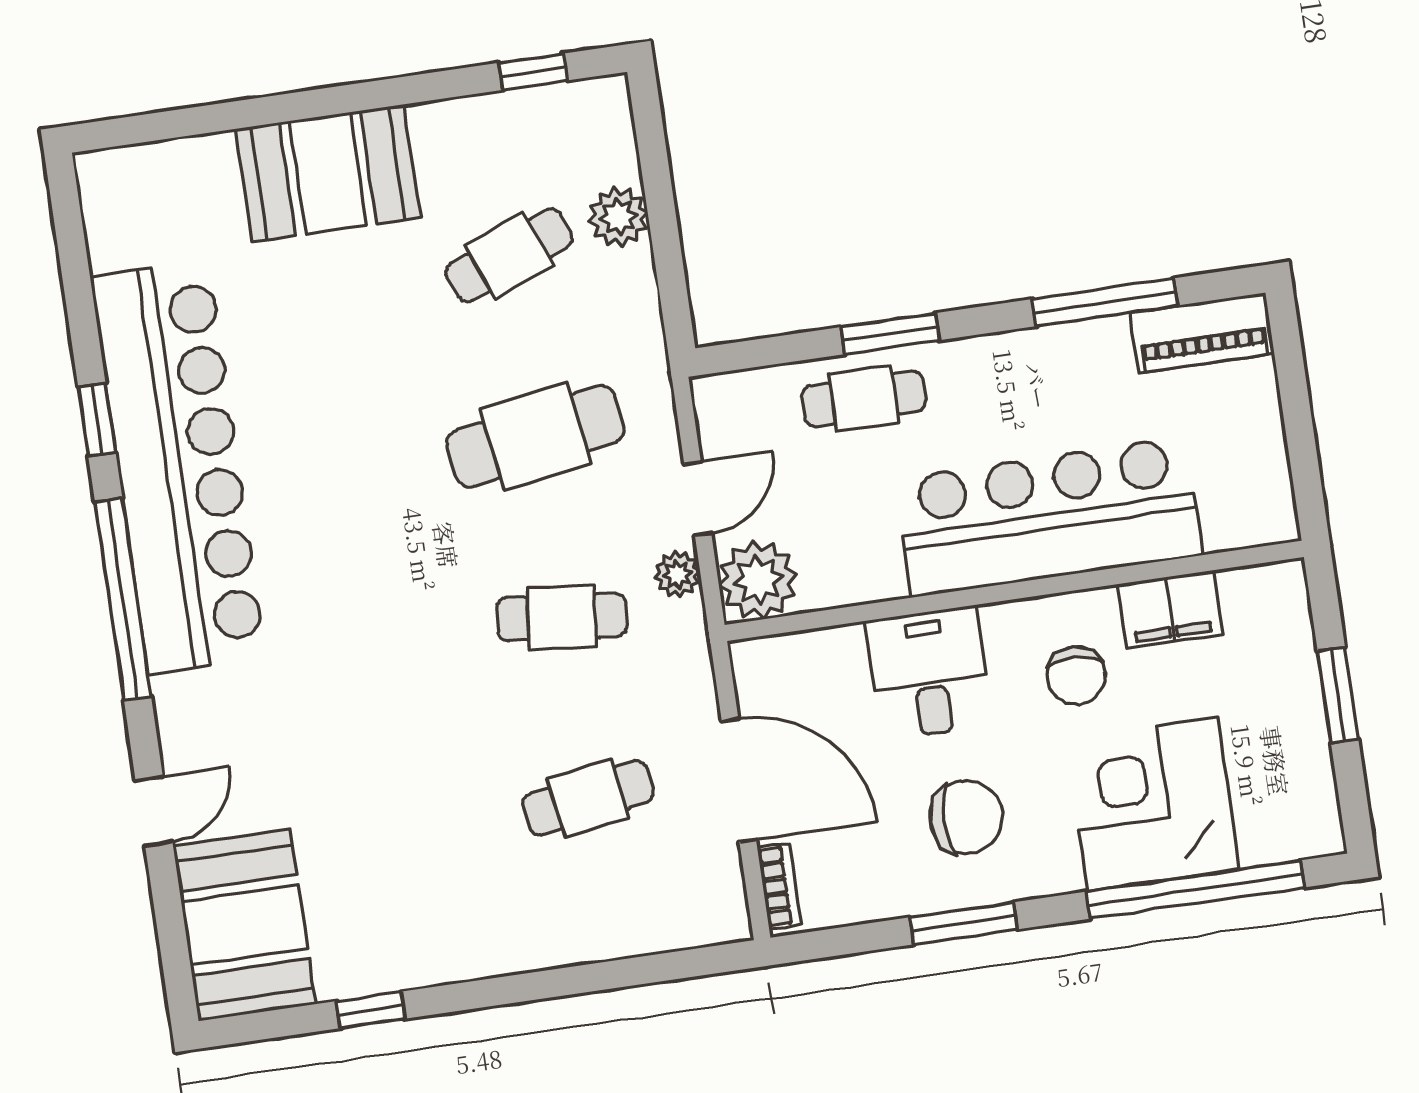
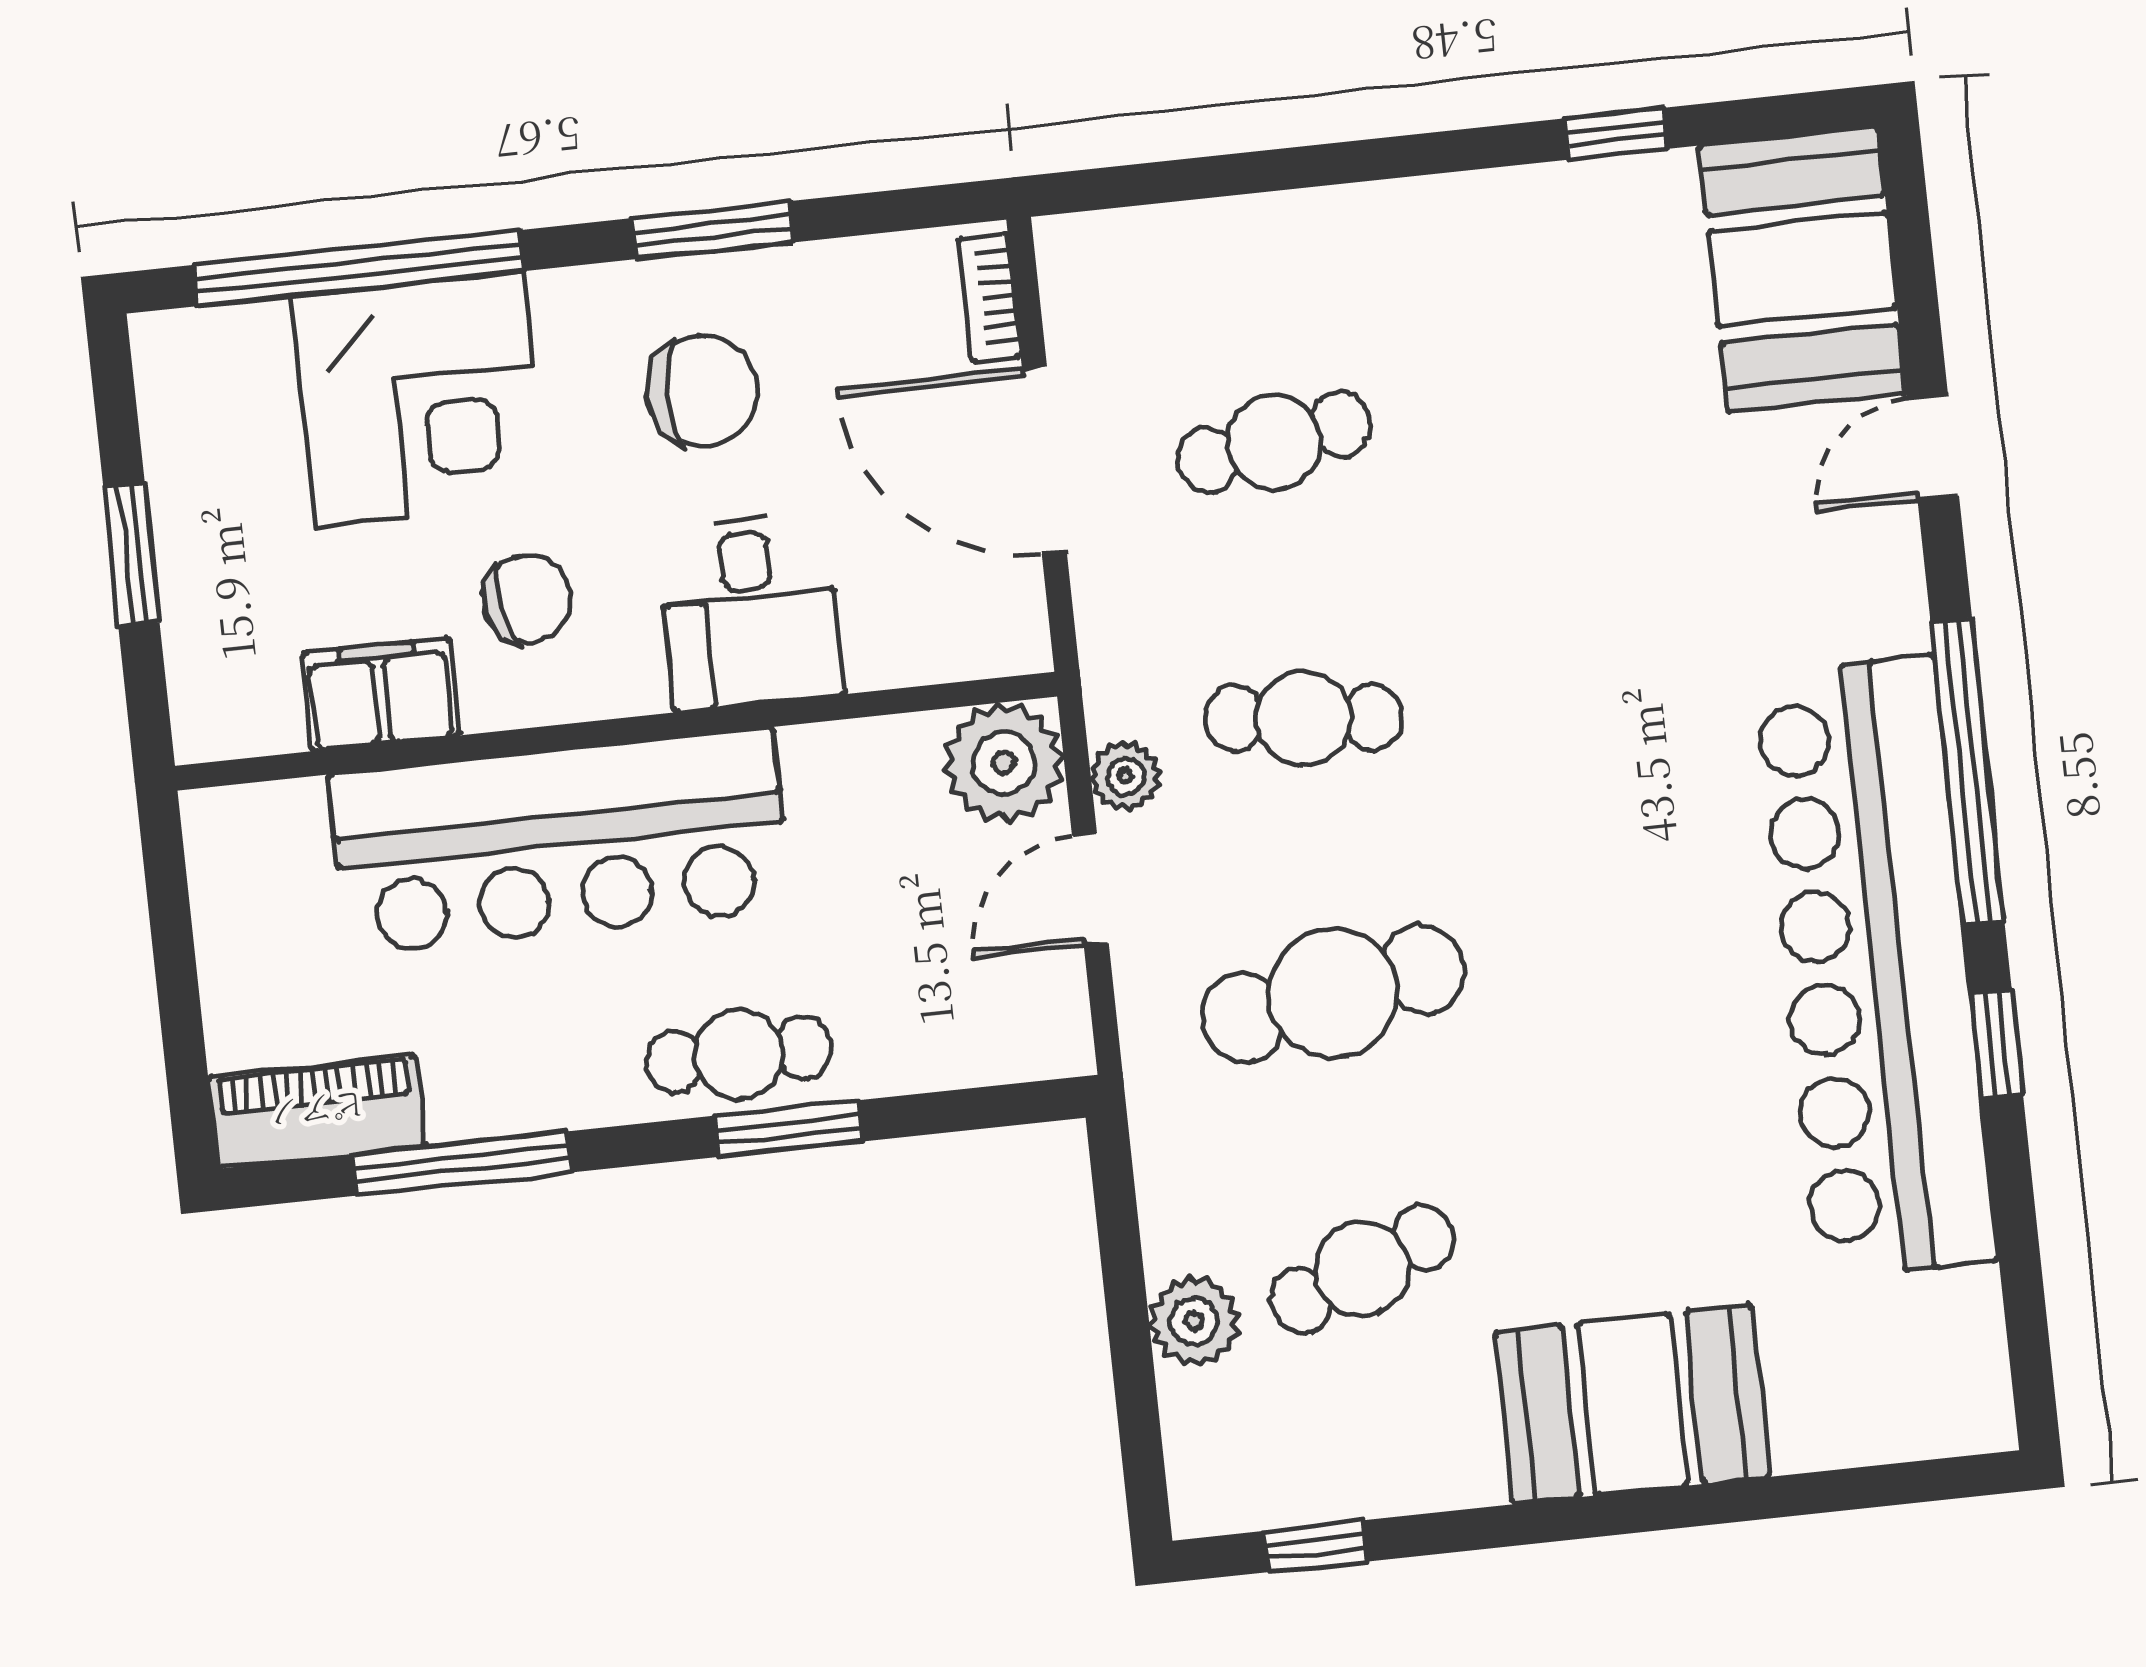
cafe table: (864, 399) -> (739, 1055), moved
chair: (1076, 676) -> (527, 599), turned 77
chair: (966, 817) -> (702, 391), turned 180

